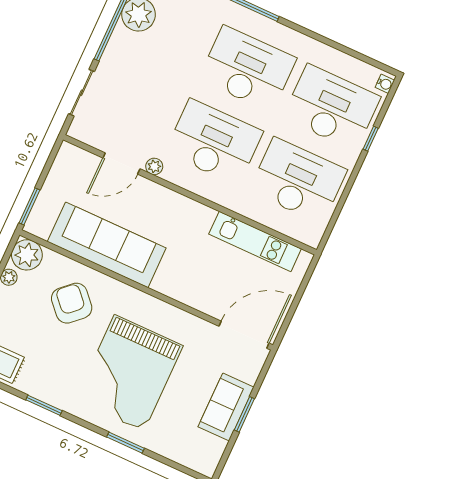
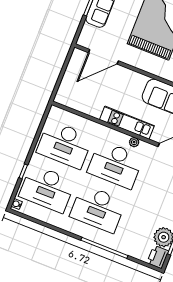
plant: (154, 166) -> (134, 142), moved
kitchen unit: (255, 241) -> (127, 123), moved
door: (244, 335) -> (103, 57), moved

